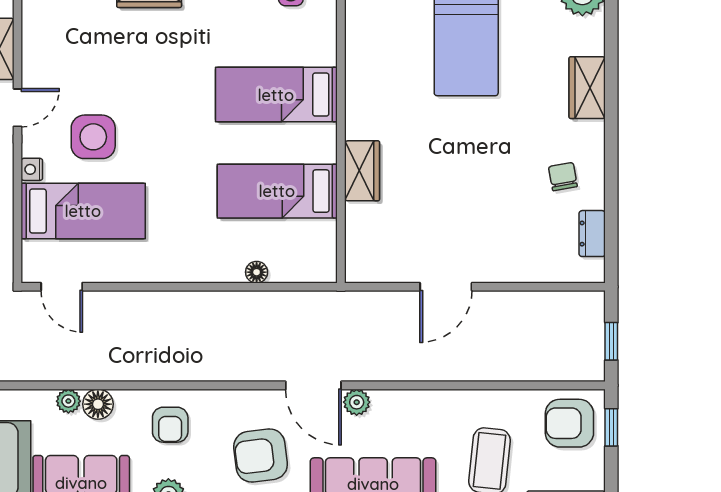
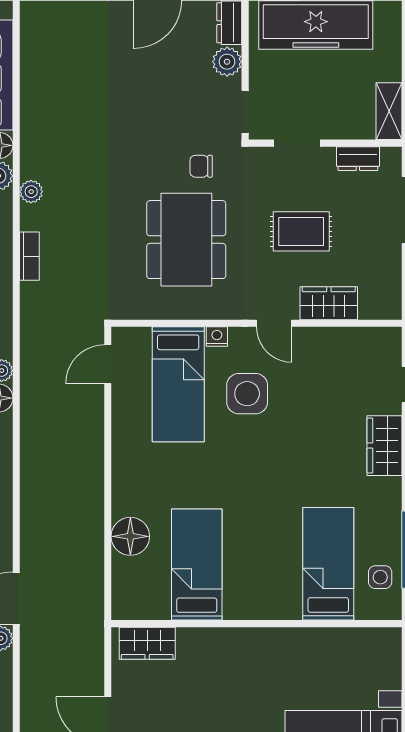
bed: (276, 95) -> (328, 564), moved
wardrobe: (362, 171) -> (147, 643), moved
floor lamp: (257, 272) -> (130, 536), width x1.89, depth x1.89

